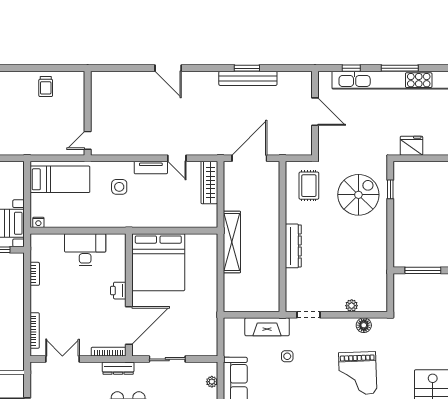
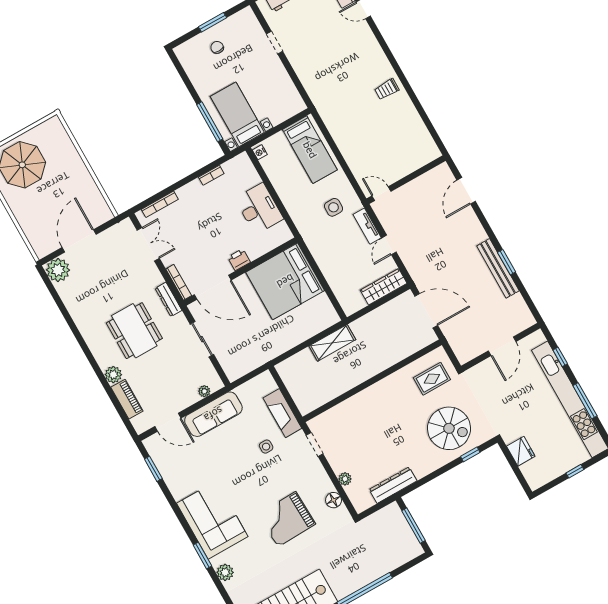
wall: (88, 113) -> (406, 180), moved
door: (88, 140) -> (381, 194), moved
shelving: (232, 242) -> (332, 343), width x0.68
dresser: (293, 246) -> (393, 485), moved, turned 180

